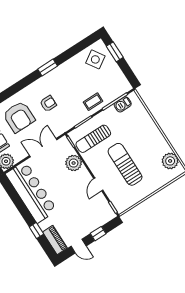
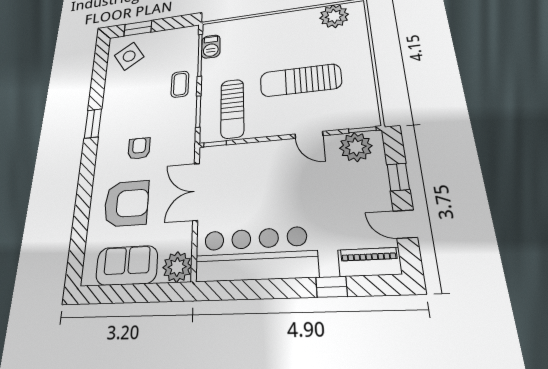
plant: (74, 163) -> (356, 147), moved
door: (79, 246) -> (405, 224), swing flipped

